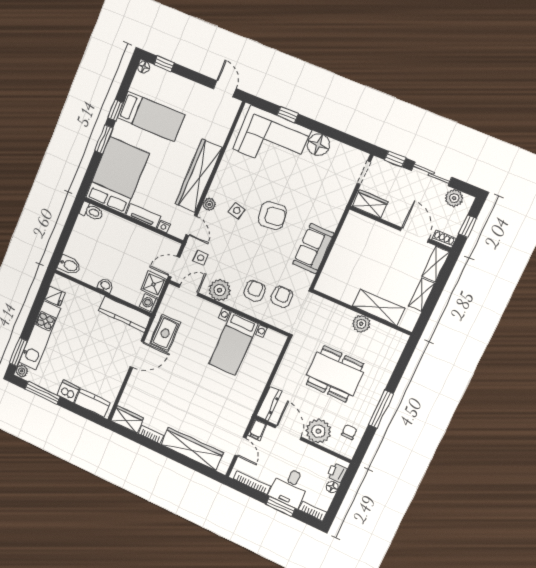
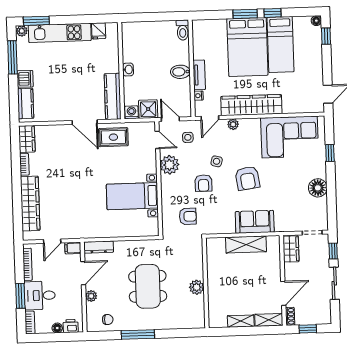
corner sofa: (272, 139) -> (290, 137), moved, turned -90
bed: (117, 176) -> (247, 47), moved, turned 90
plant: (454, 198) -> (324, 309), removed
side table: (237, 210) -> (217, 161), moved
sofa: (313, 249) -> (255, 222), moved
bidet: (69, 265) -> (180, 72), moved, turned 90
armchair: (255, 291) -> (203, 183), moved, turned 90
shelving: (379, 307) -> (246, 245), moved, turned 90
plant: (318, 431) -> (91, 296), width x0.53, depth x0.53

